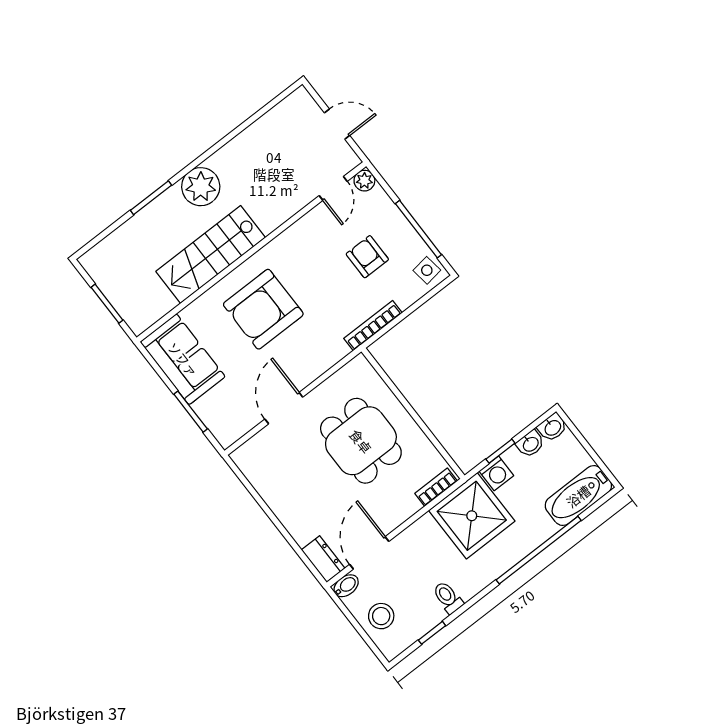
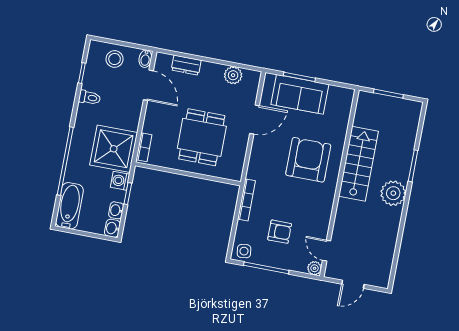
sofa: (183, 359) -> (300, 94), moved
door: (284, 408) -> (254, 120), hinge flipped
dining table: (361, 441) -> (202, 137), turned 90
plant: (264, 480) -> (233, 75), added
dresser: (323, 559) -> (186, 65), moved

